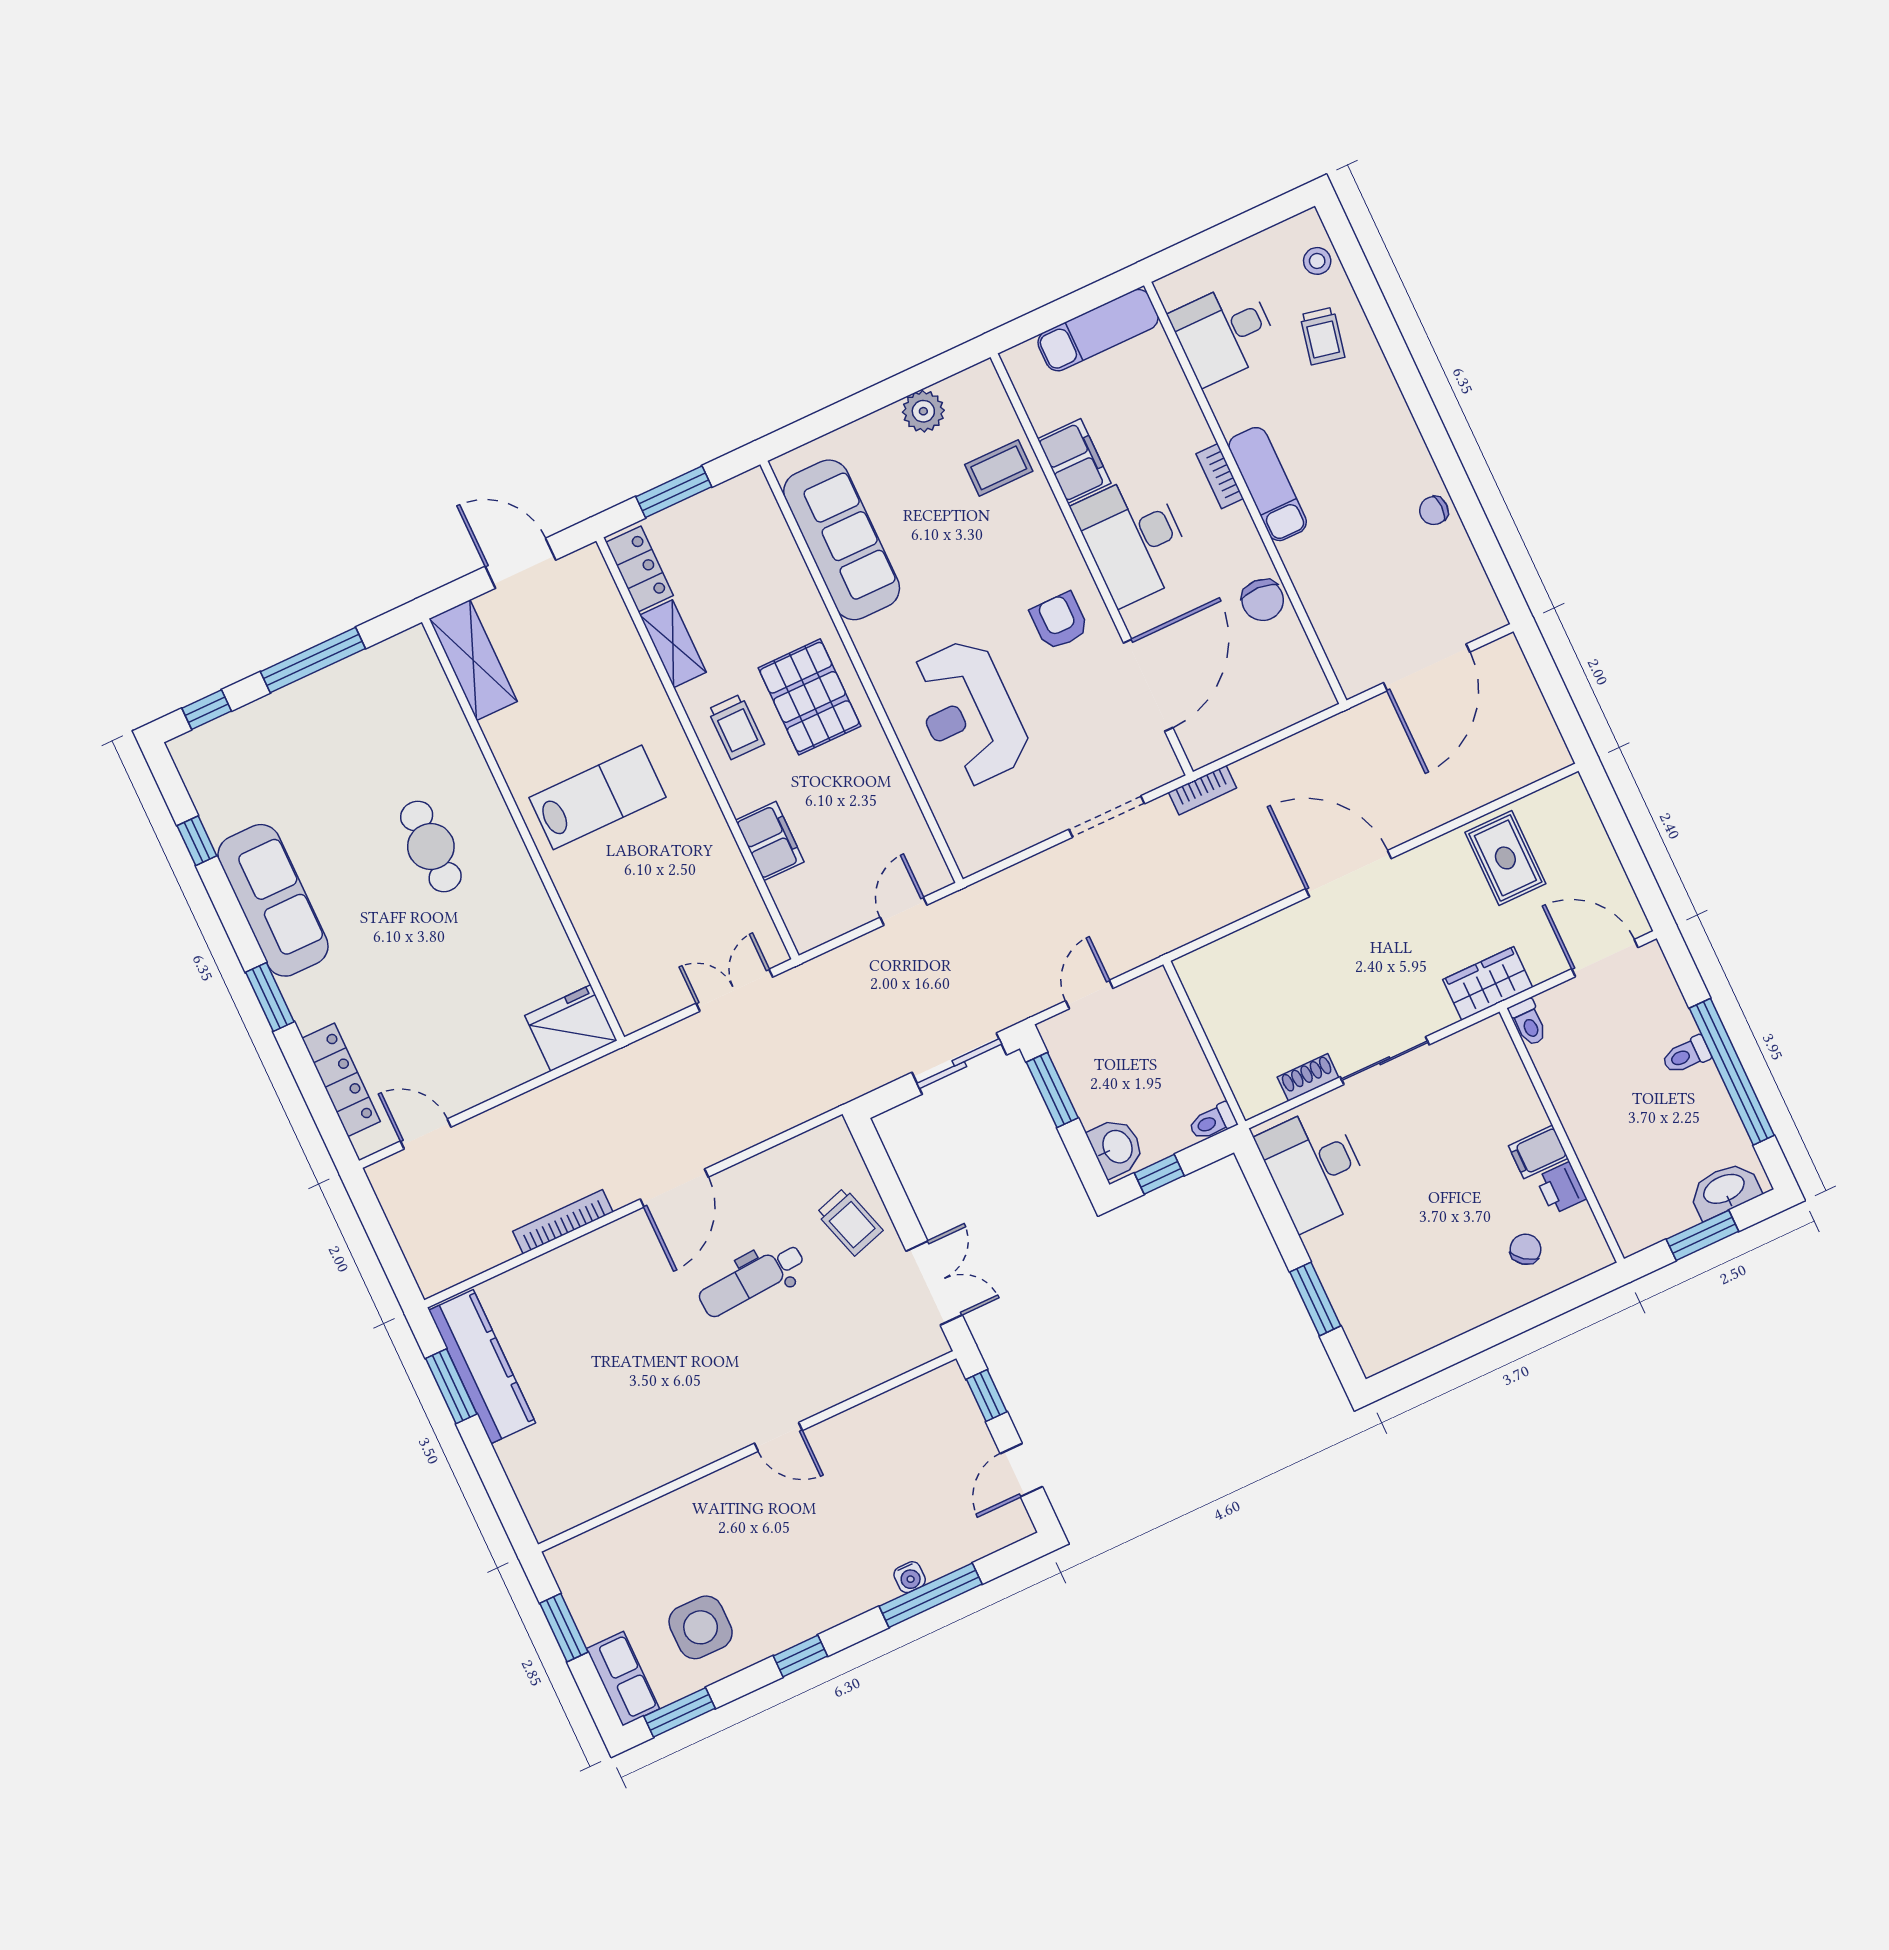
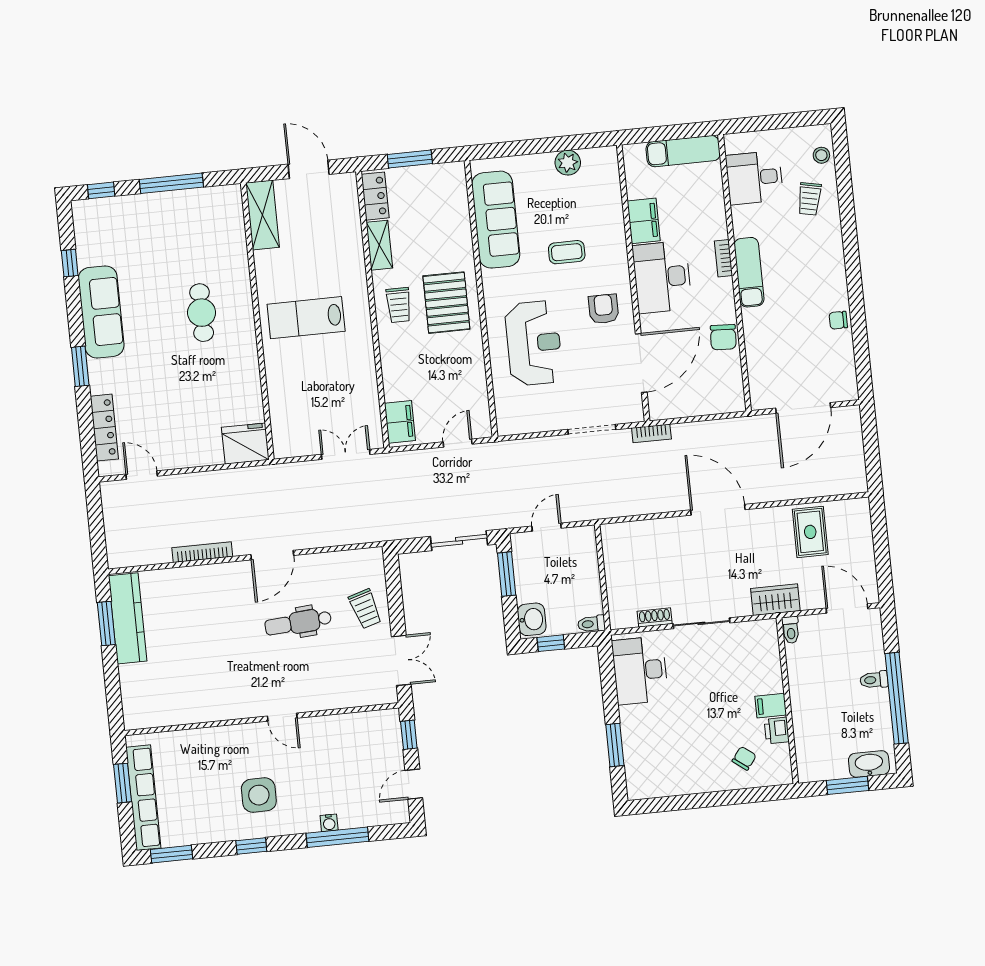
coffee table: (999, 468) -> (567, 252), moved
reception desk: (969, 713) -> (534, 343), turned 180
lab bench: (597, 797) -> (306, 318), turned 180
filing cabinet: (770, 841) -> (400, 422), moved
side table: (701, 1627) -> (259, 795), moved
row of seats: (623, 1679) -> (143, 798), width x2.02

